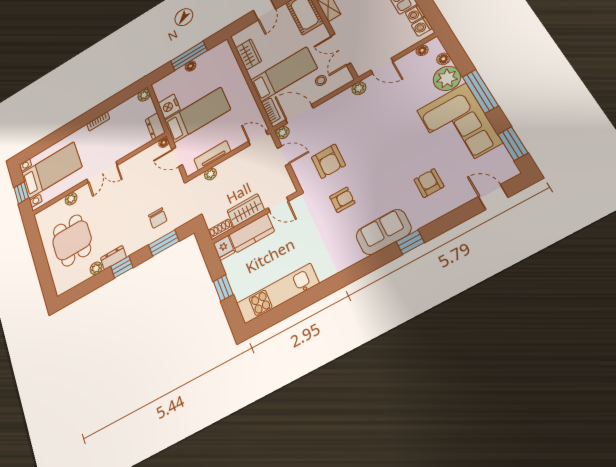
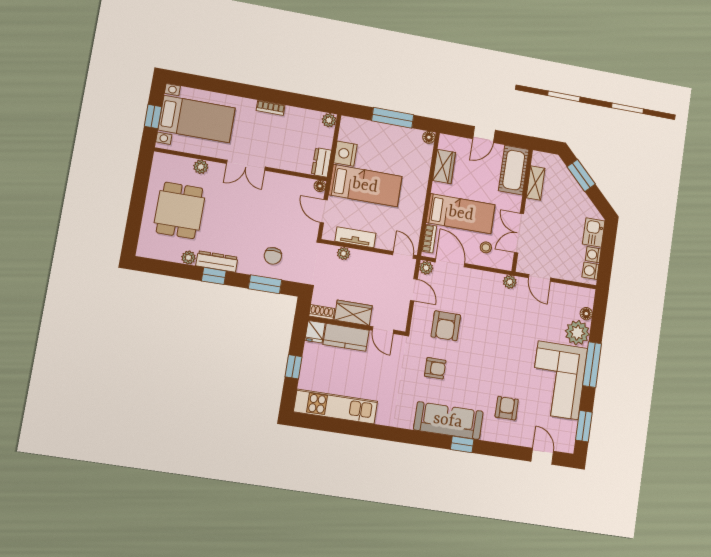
floor lamp: (422, 50) -> (577, 292), removed
floor lamp: (191, 66) -> (429, 137), moved
sofa: (384, 232) -> (448, 421), width x1.36
dresser: (113, 258) -> (217, 261), width x1.44

